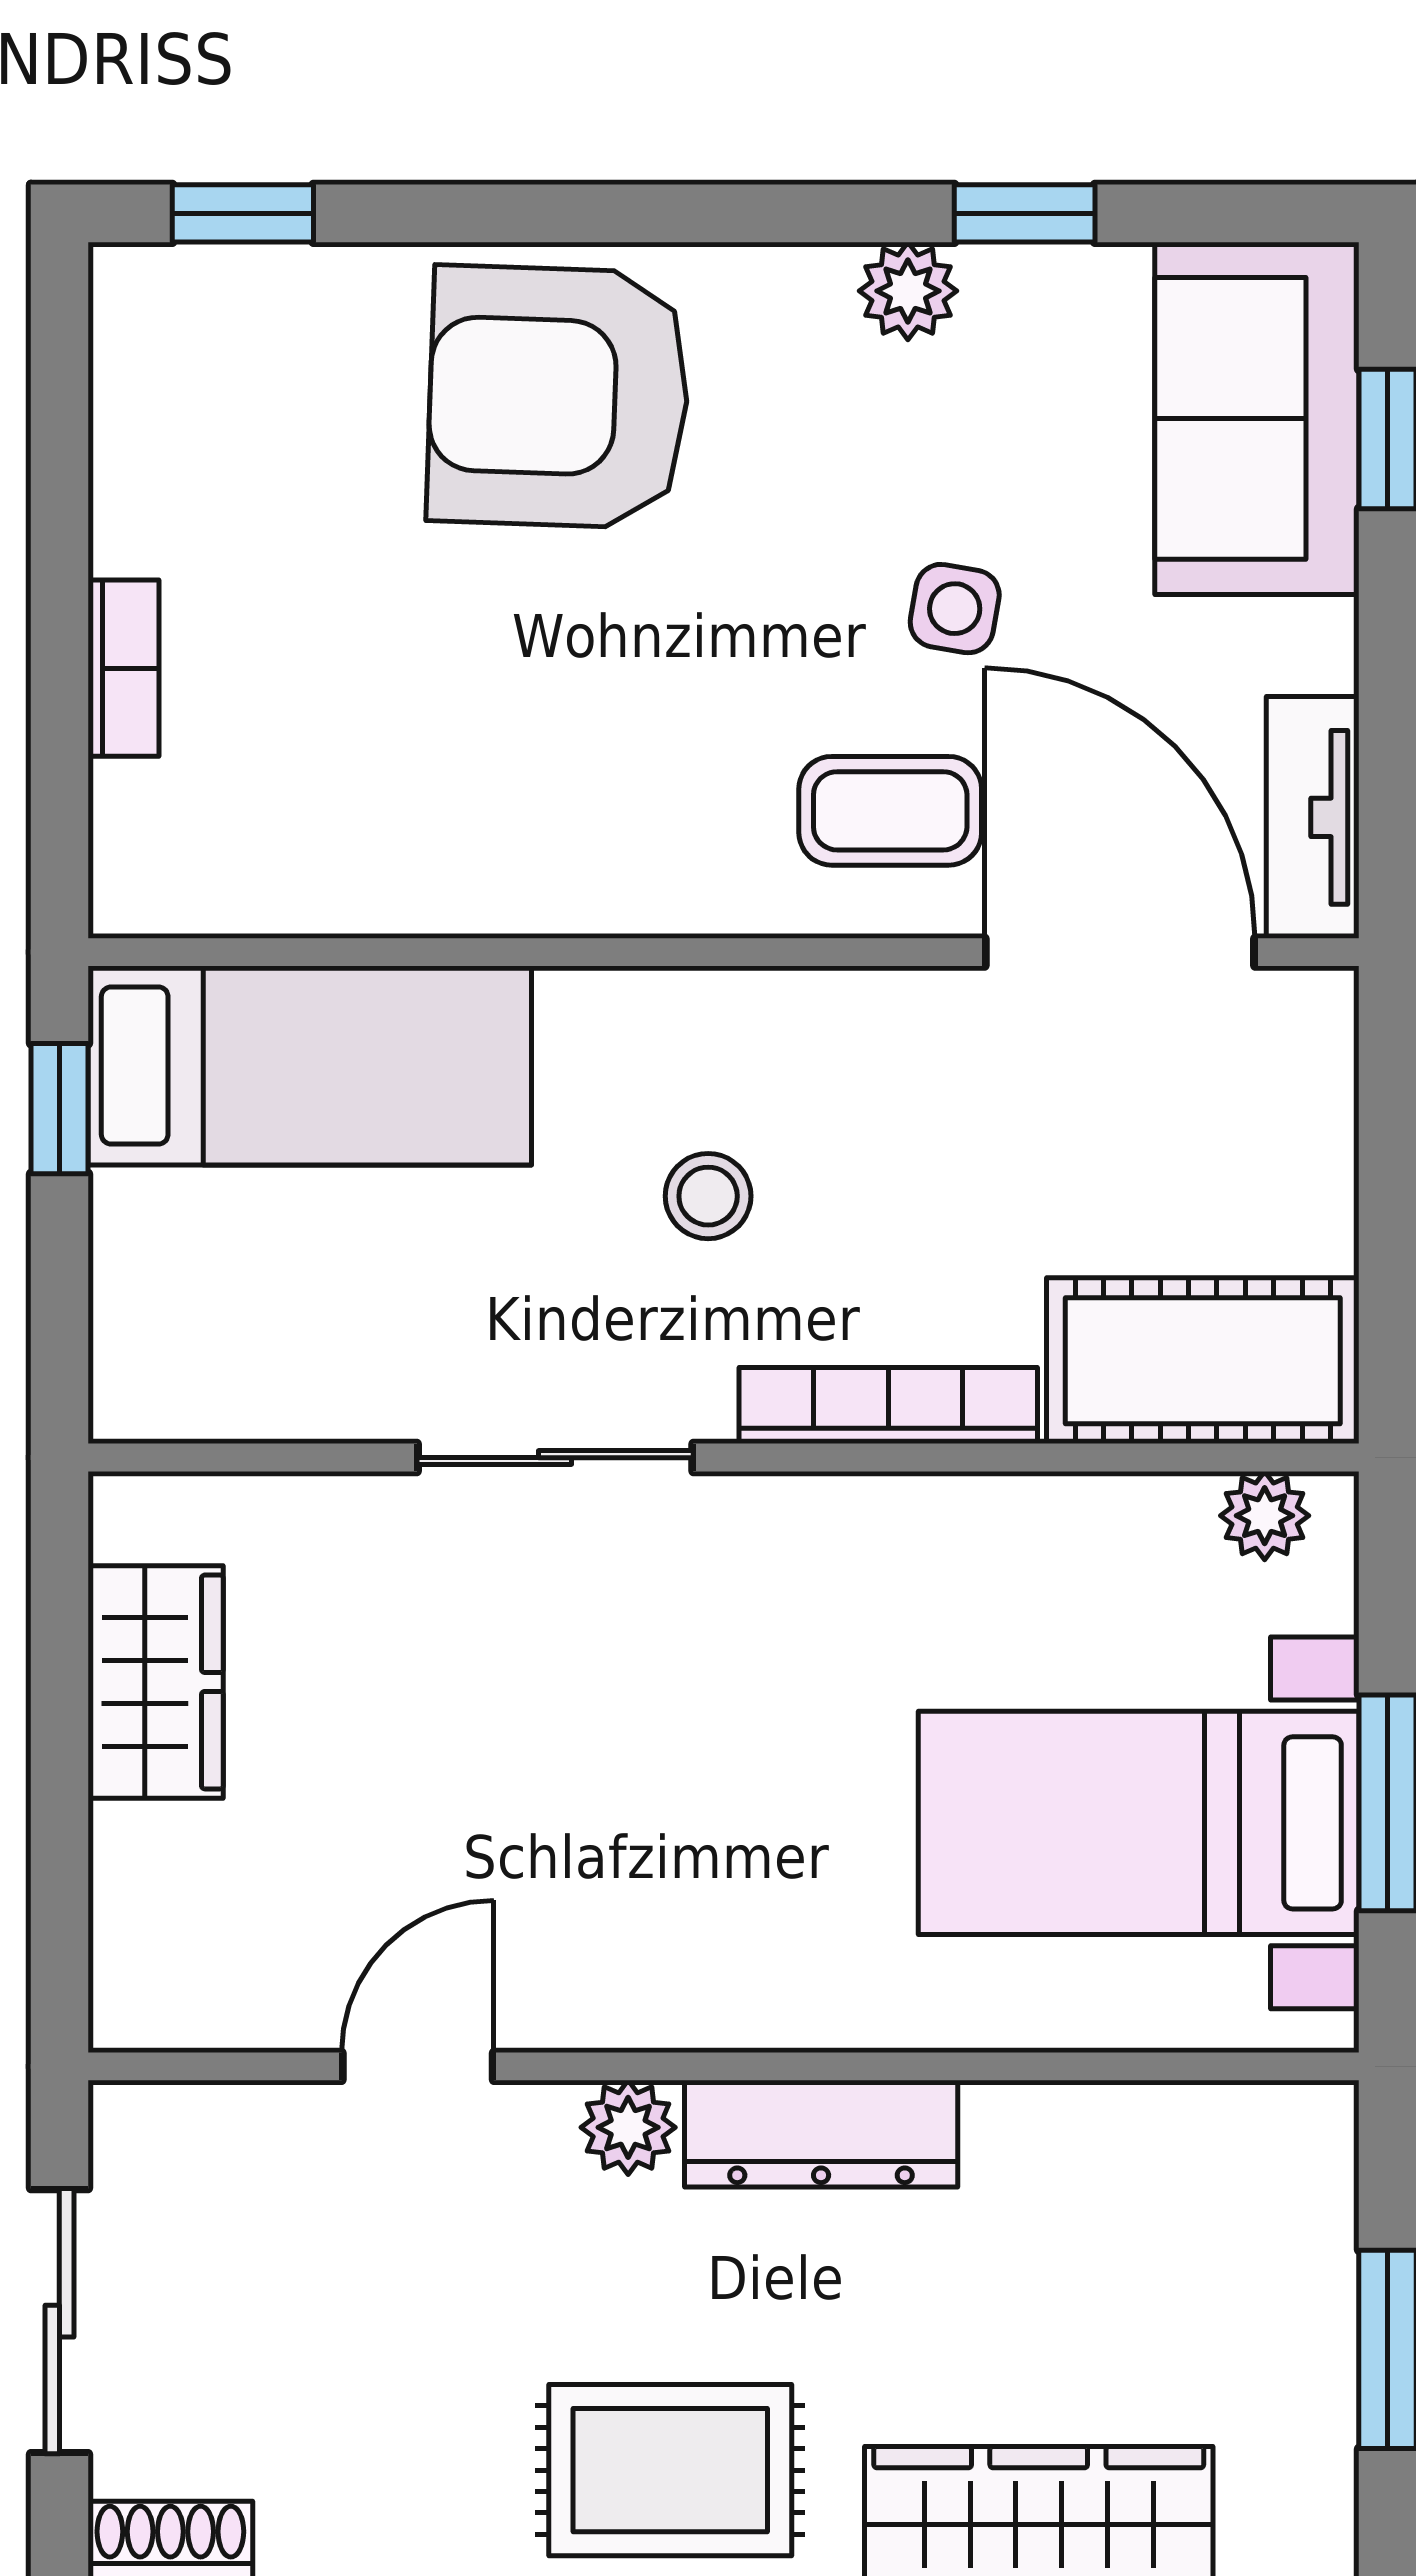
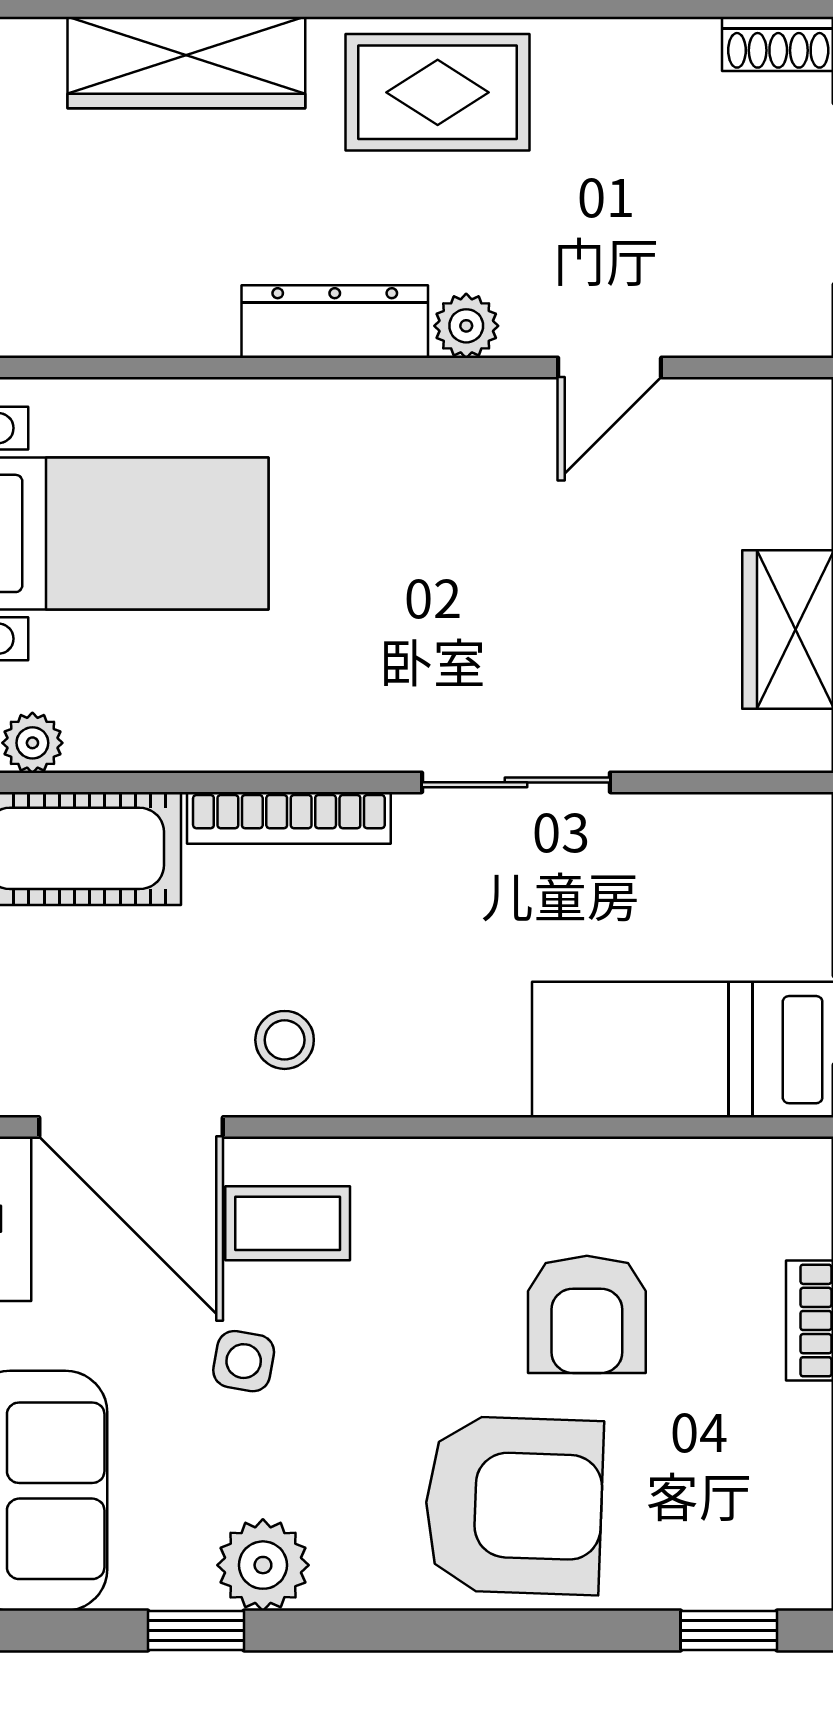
plant: (908, 291) -> (263, 1565), width x1.38, depth x1.38
armchair: (451, 677) -> (587, 1314), added
stool: (708, 1196) -> (285, 1040), moved

